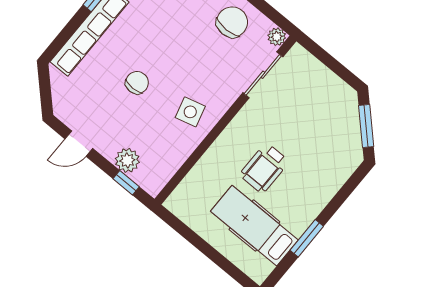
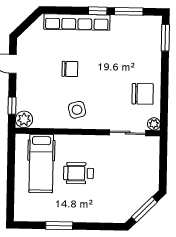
plant: (127, 160) -> (24, 119), moved
hospital bed: (254, 226) -> (41, 163), moved, turned 180

